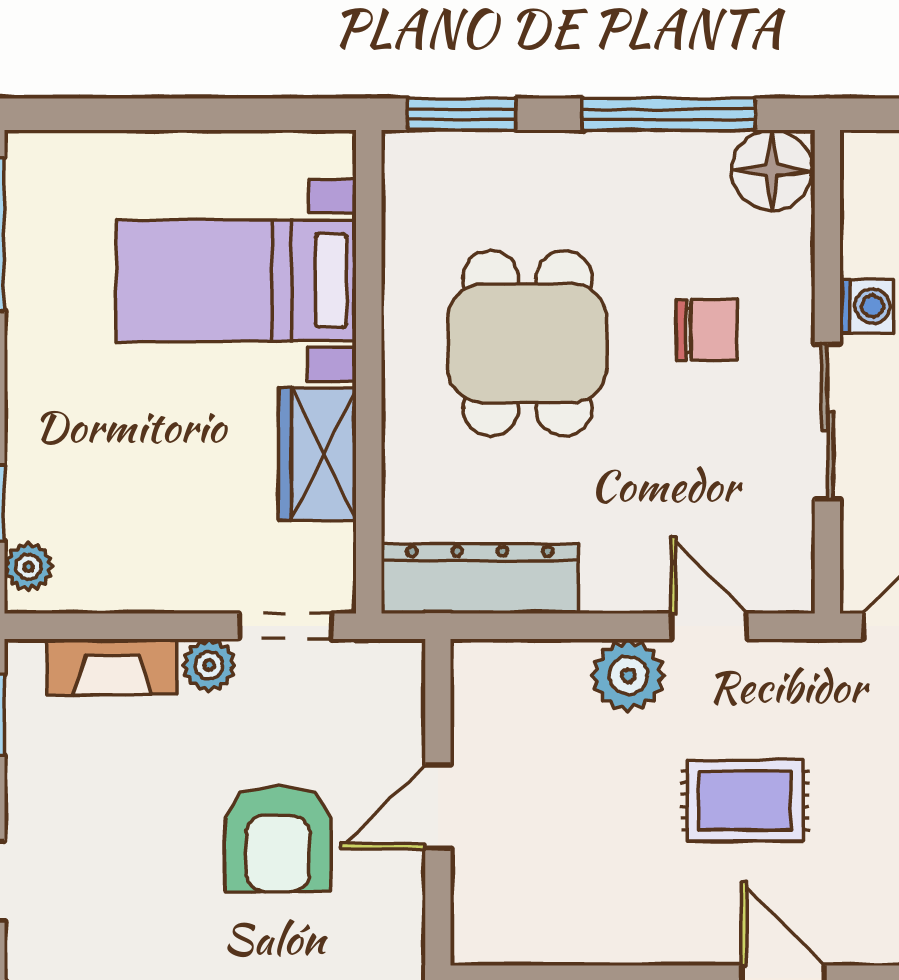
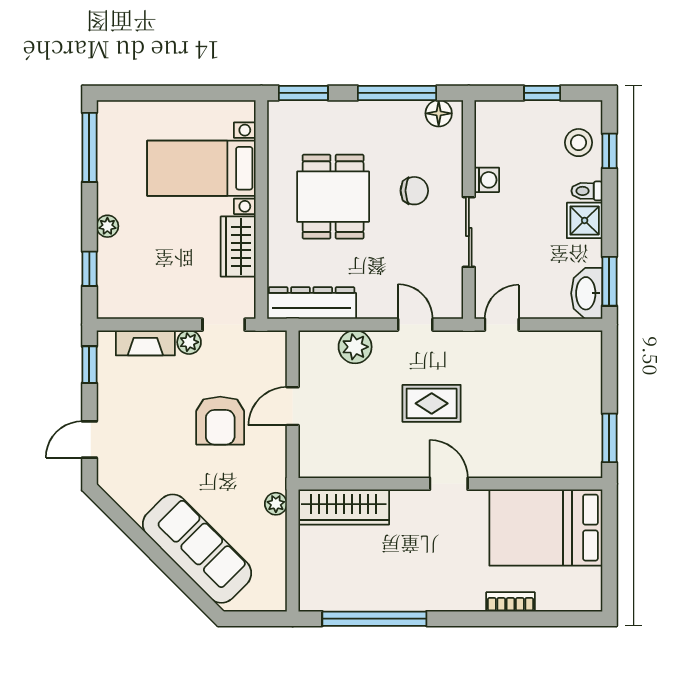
floor lamp: (772, 170) -> (439, 113), width x0.73, depth x0.73
plant: (28, 567) -> (107, 226), moved
plant: (628, 675) -> (355, 347), moved

